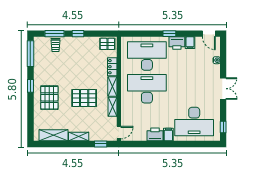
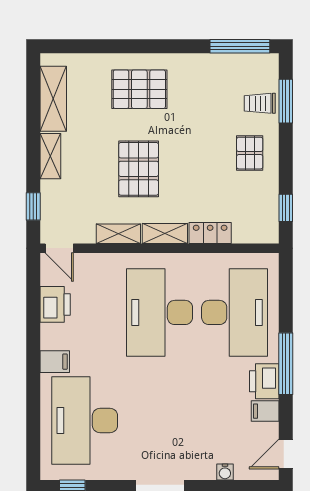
window: (78, 34) -> (286, 208), moved
window: (169, 34) -> (286, 364), width x2.17
pallet: (107, 44) -> (250, 153), moved
window: (30, 86) -> (166, 46), removed
desk: (147, 89) -> (160, 312), turned 180
printer: (155, 134) -> (55, 304), moved

